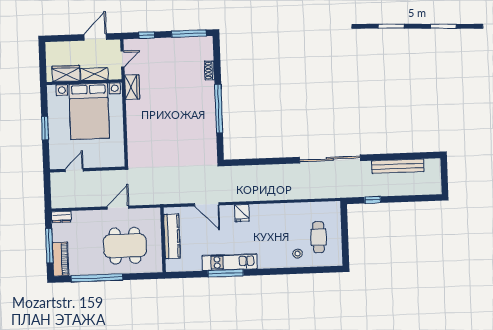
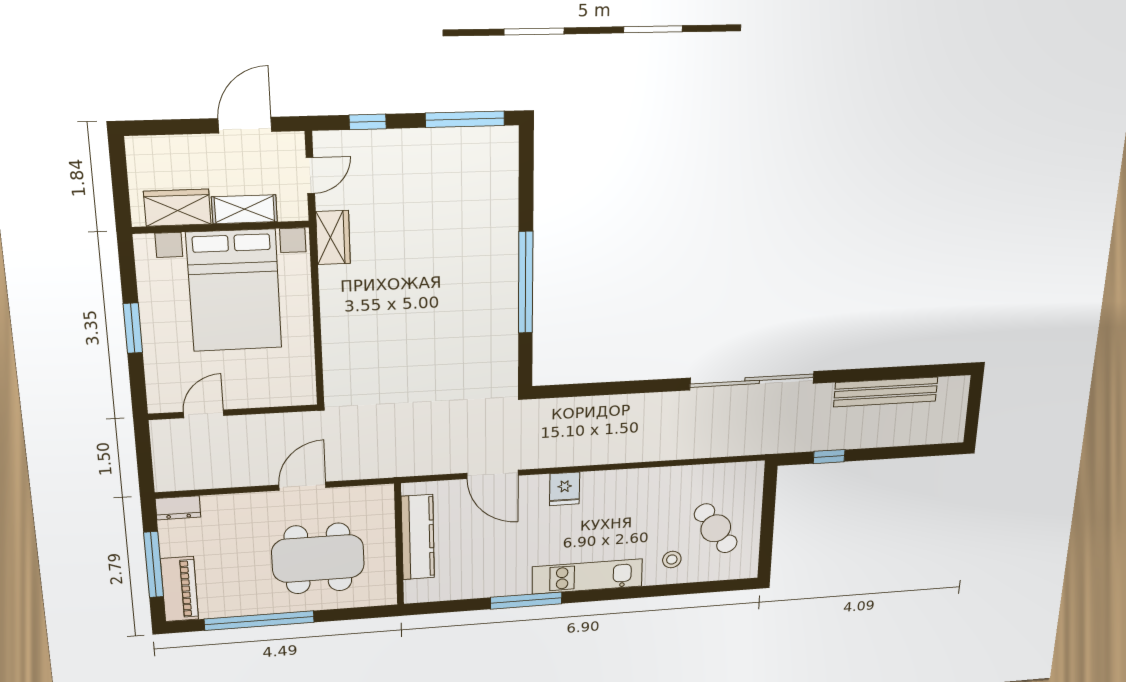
shoe rack: (209, 71) -> (509, 201), removed
cafe table: (319, 237) -> (716, 528), turned -34
kitchen unit: (230, 262) -> (587, 576), moved

